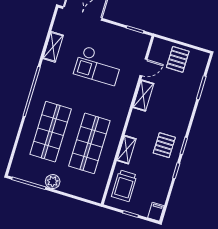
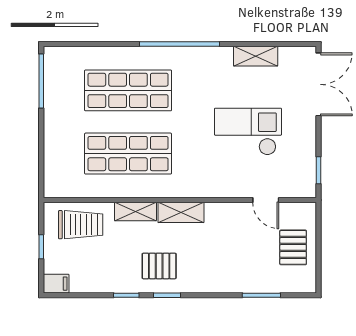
pallet: (178, 59) -> (293, 247), turned 90
checkout: (98, 66) -> (248, 132), turned 90
shelving: (143, 95) -> (181, 212), moved
plant: (53, 182) -> (55, 116), removed
trolley: (124, 186) -> (81, 225), turned 180

